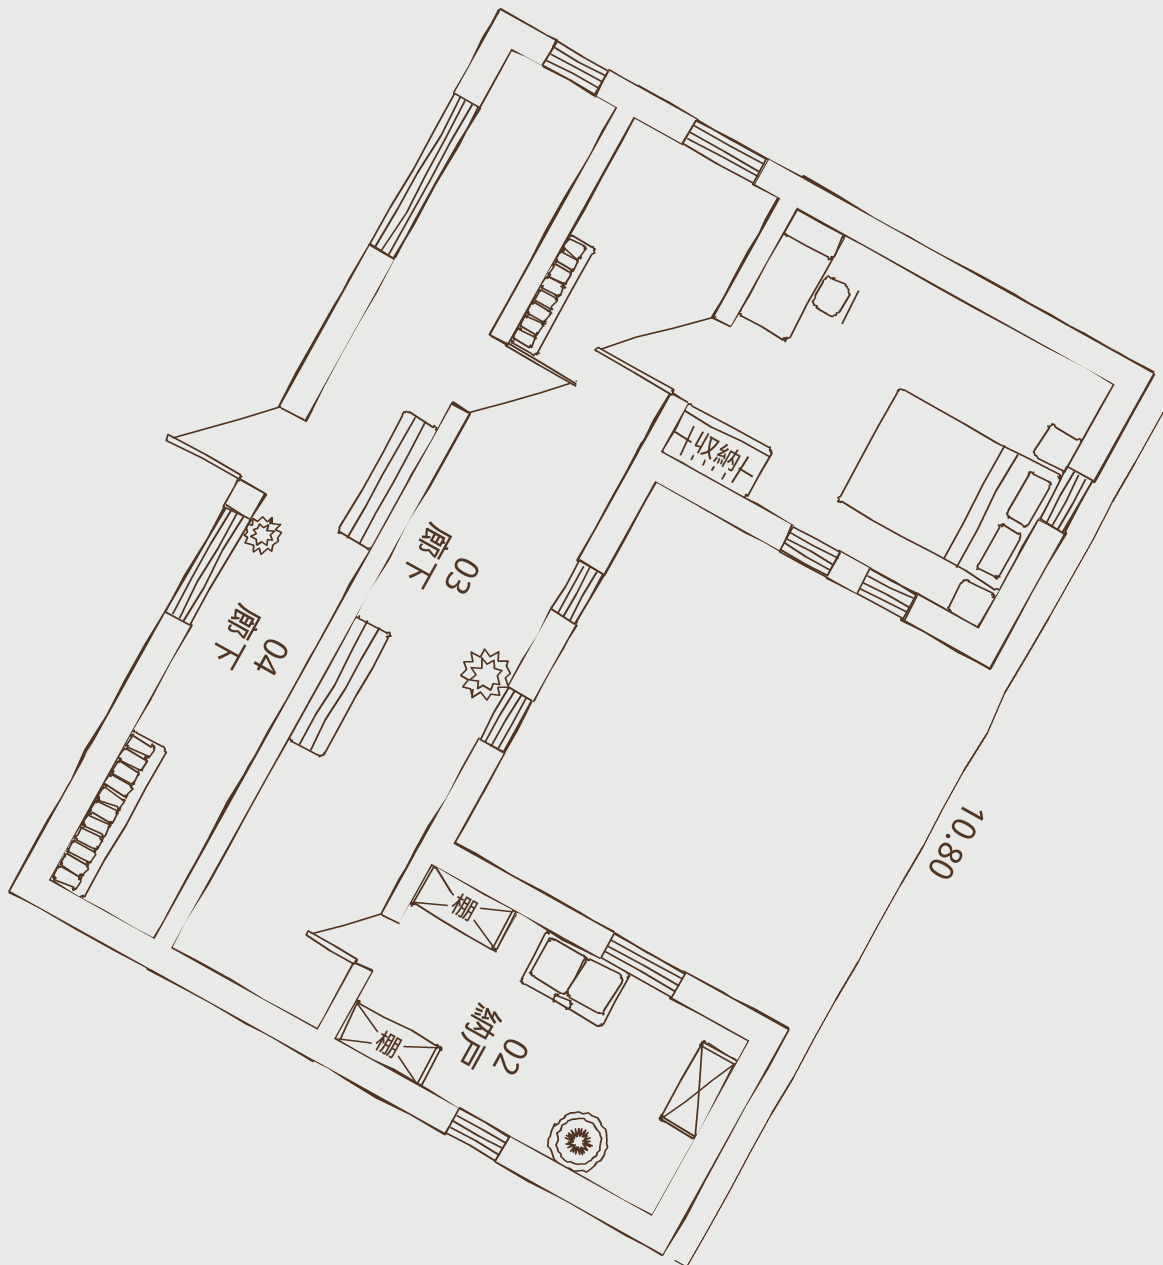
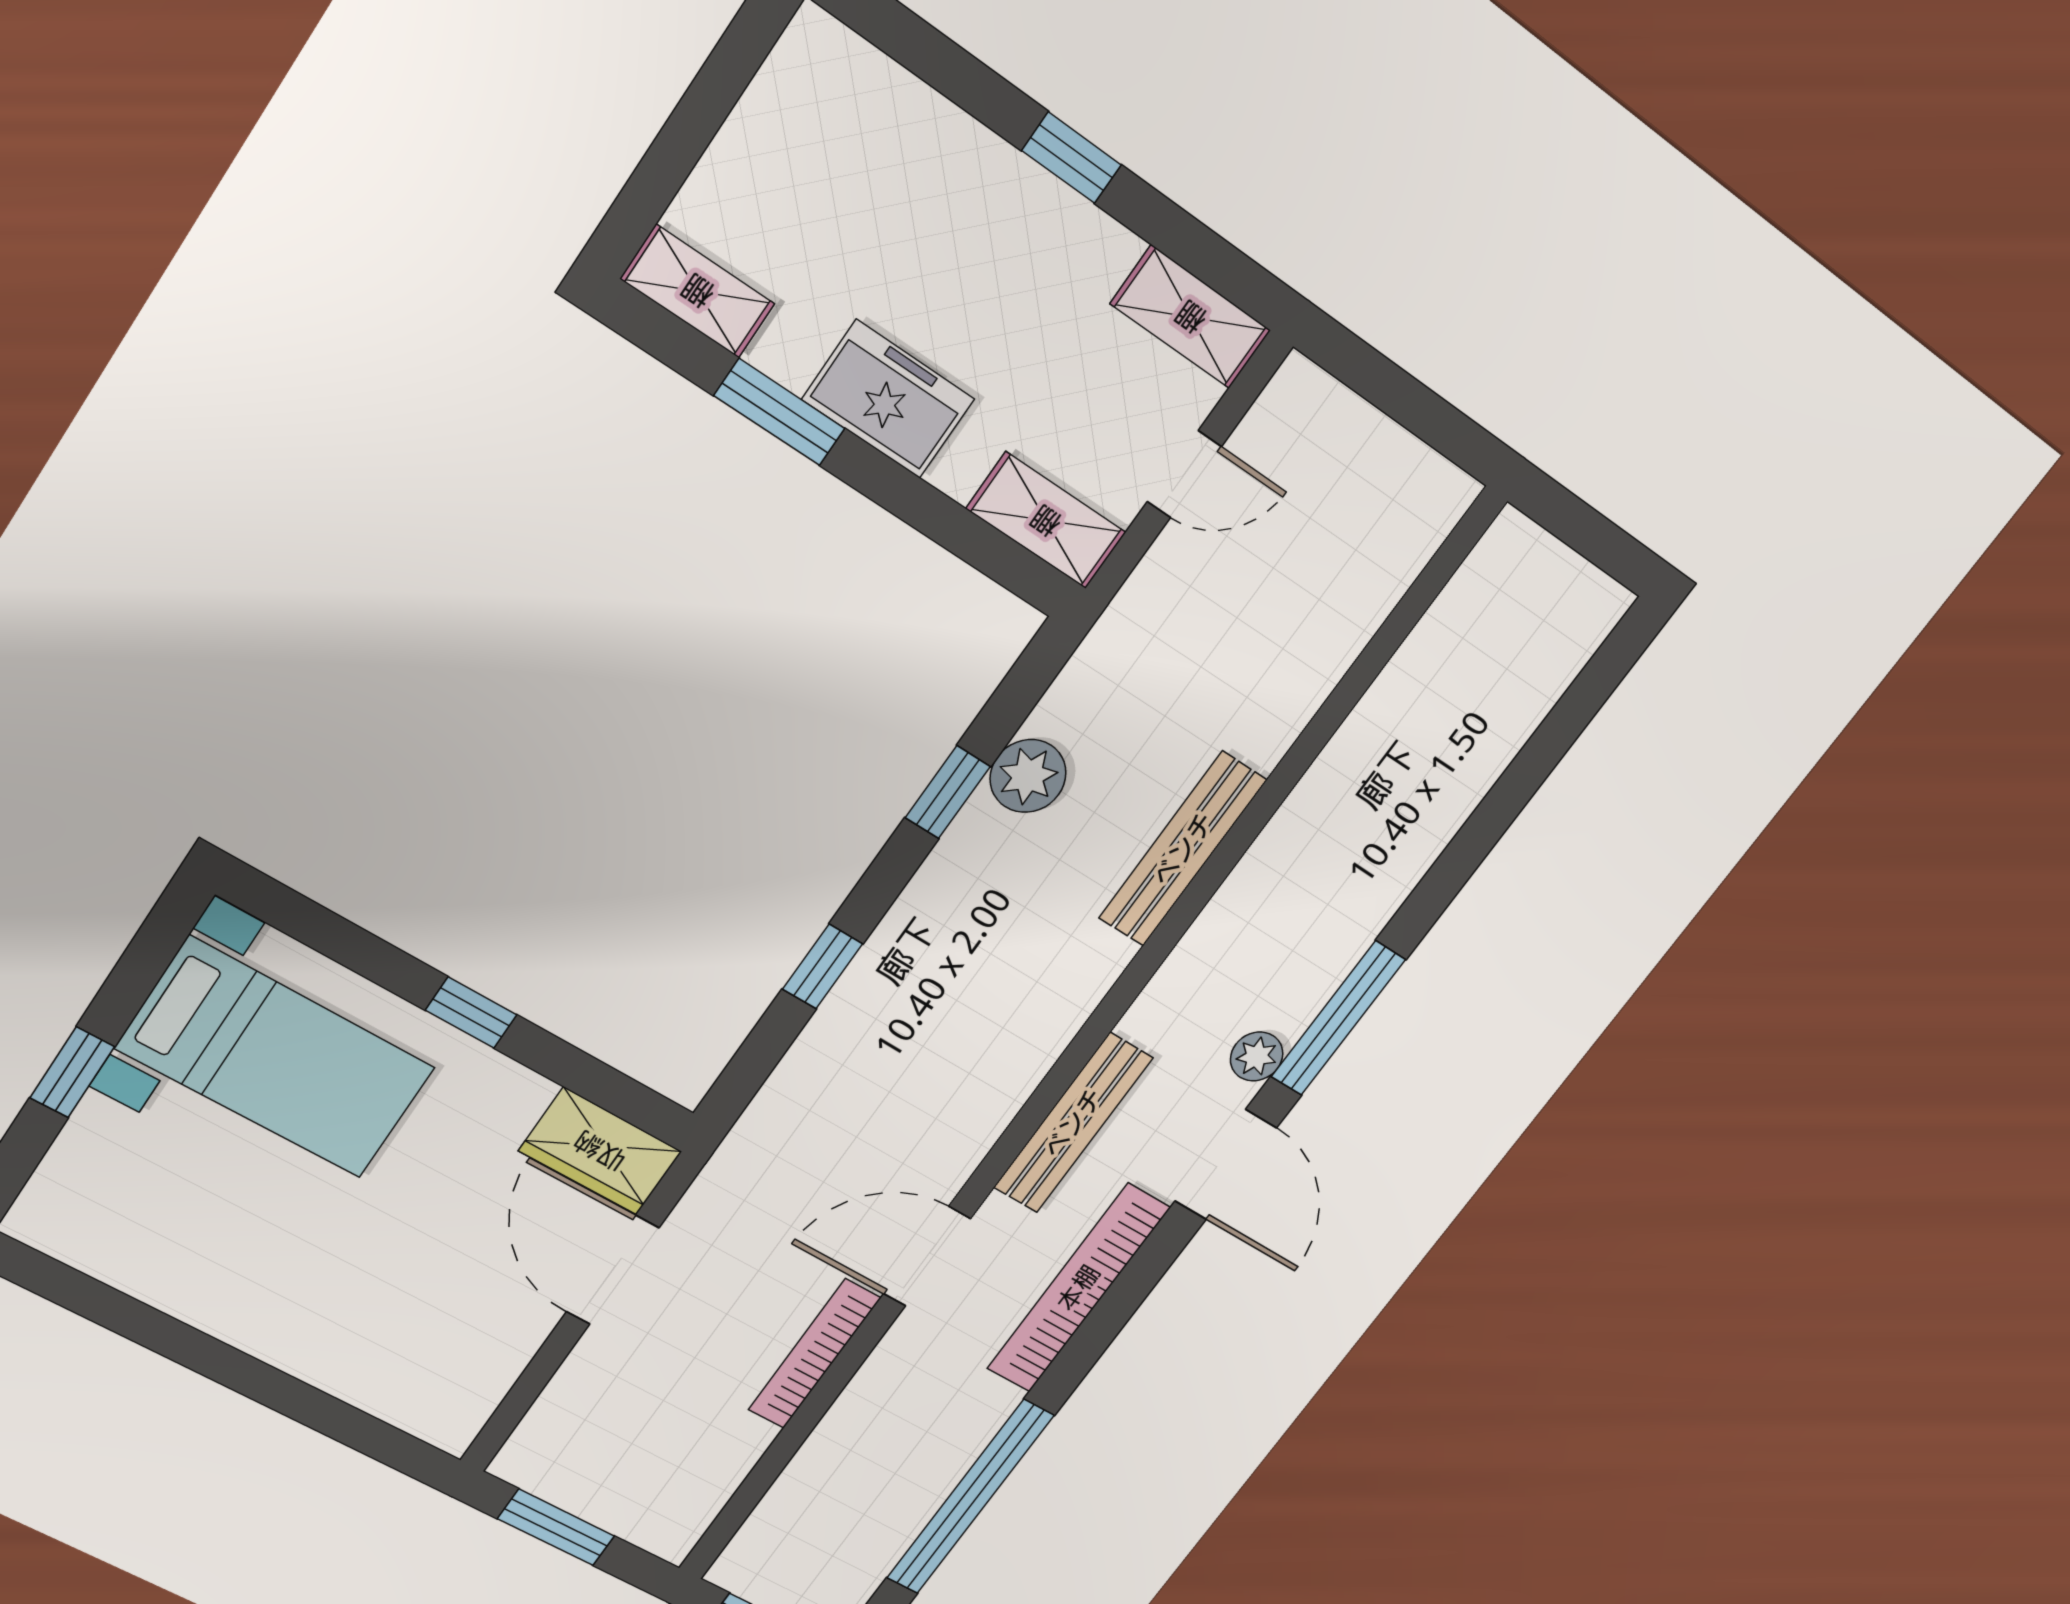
desk: (809, 284) -> (449, 1365), removed
door: (701, 360) -> (613, 1270), swing flipped
door: (272, 450) -> (1226, 1165), hinge flipped
bed with nightstands: (950, 490) -> (276, 1058), width x0.73
window: (887, 594) -> (357, 949), removed
plant: (486, 675) -> (1028, 776), moved
bookcase: (108, 814) -> (1078, 1288), moved
shelving: (699, 1090) -> (698, 291), moved, turned 90
boiler: (579, 1142) -> (913, 133), removed

